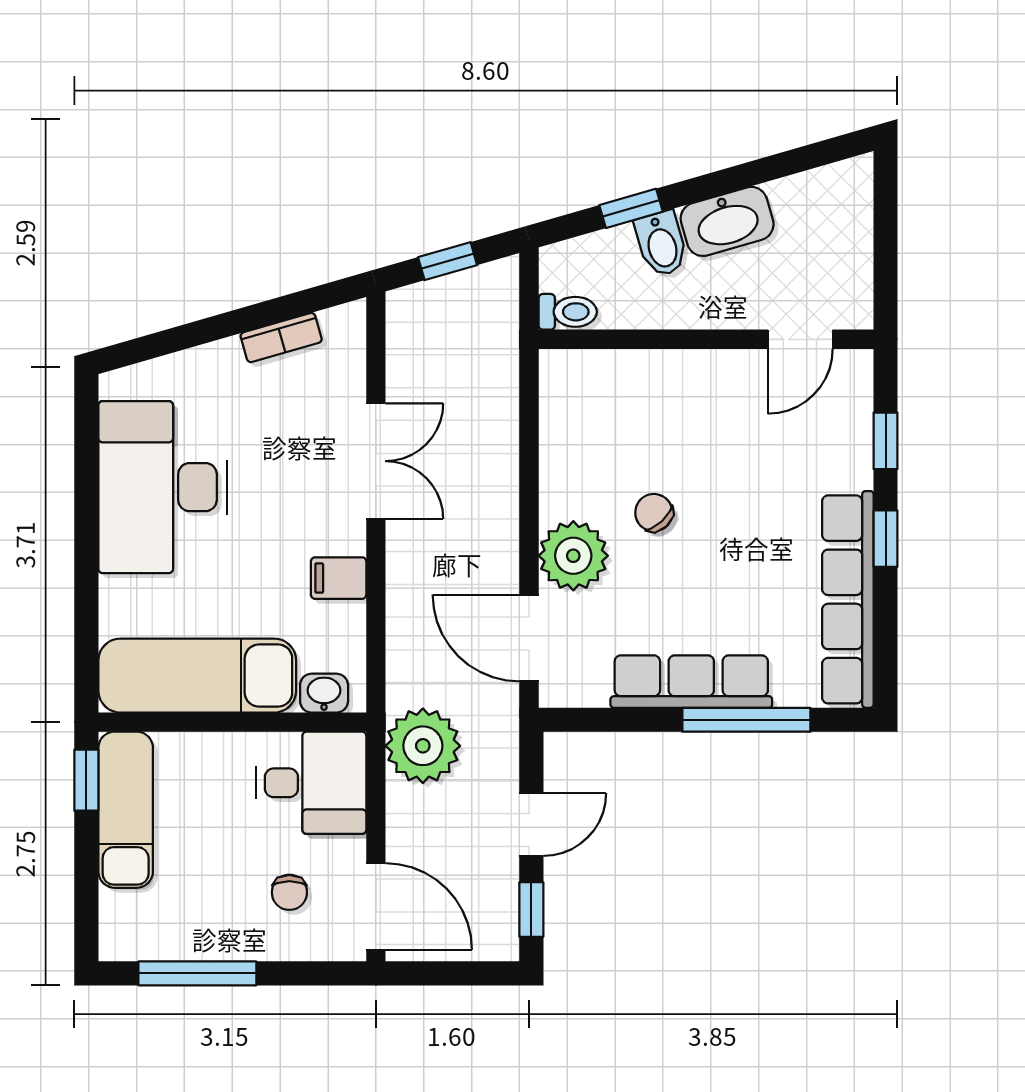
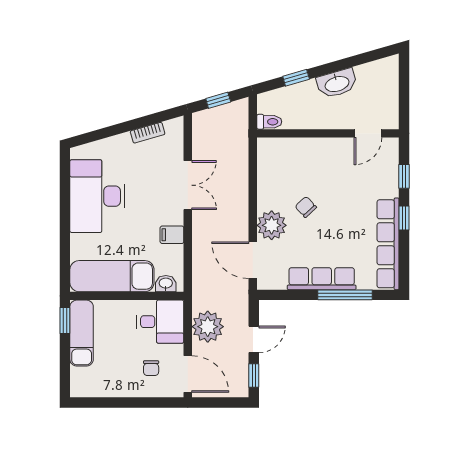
bidet: (661, 244) -> (309, 93), removed
plant: (423, 746) -> (208, 327), moved
window: (197, 973) -> (112, 402), removed

